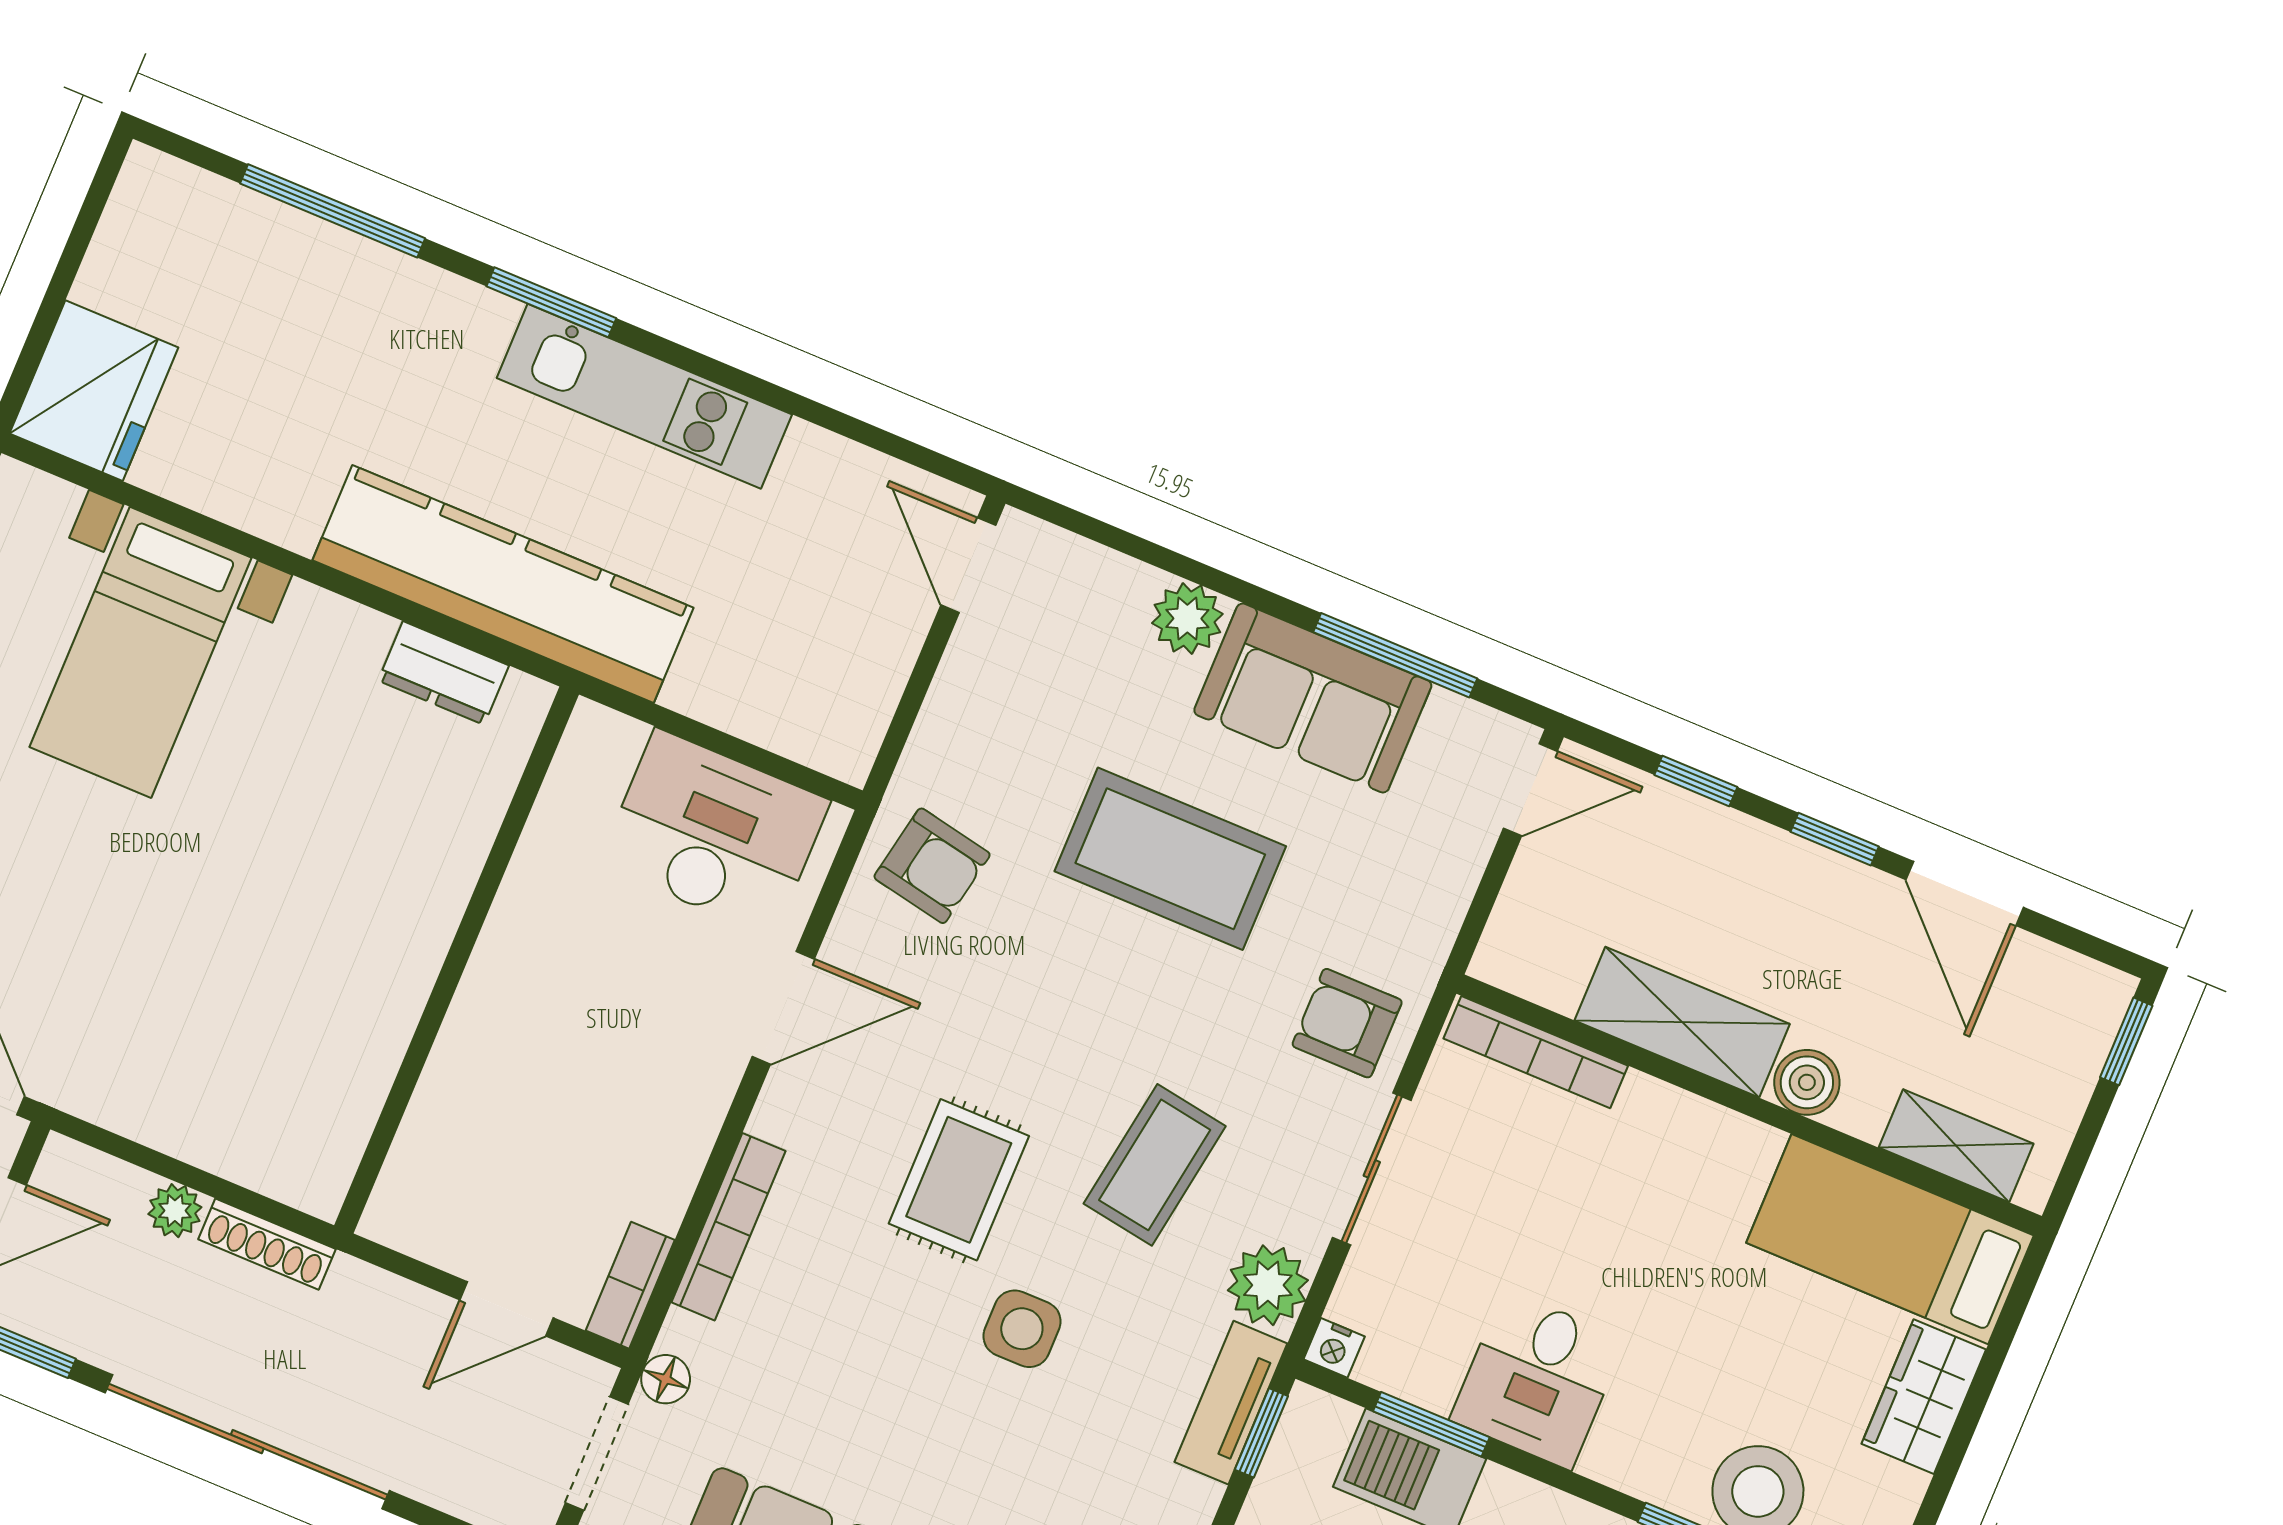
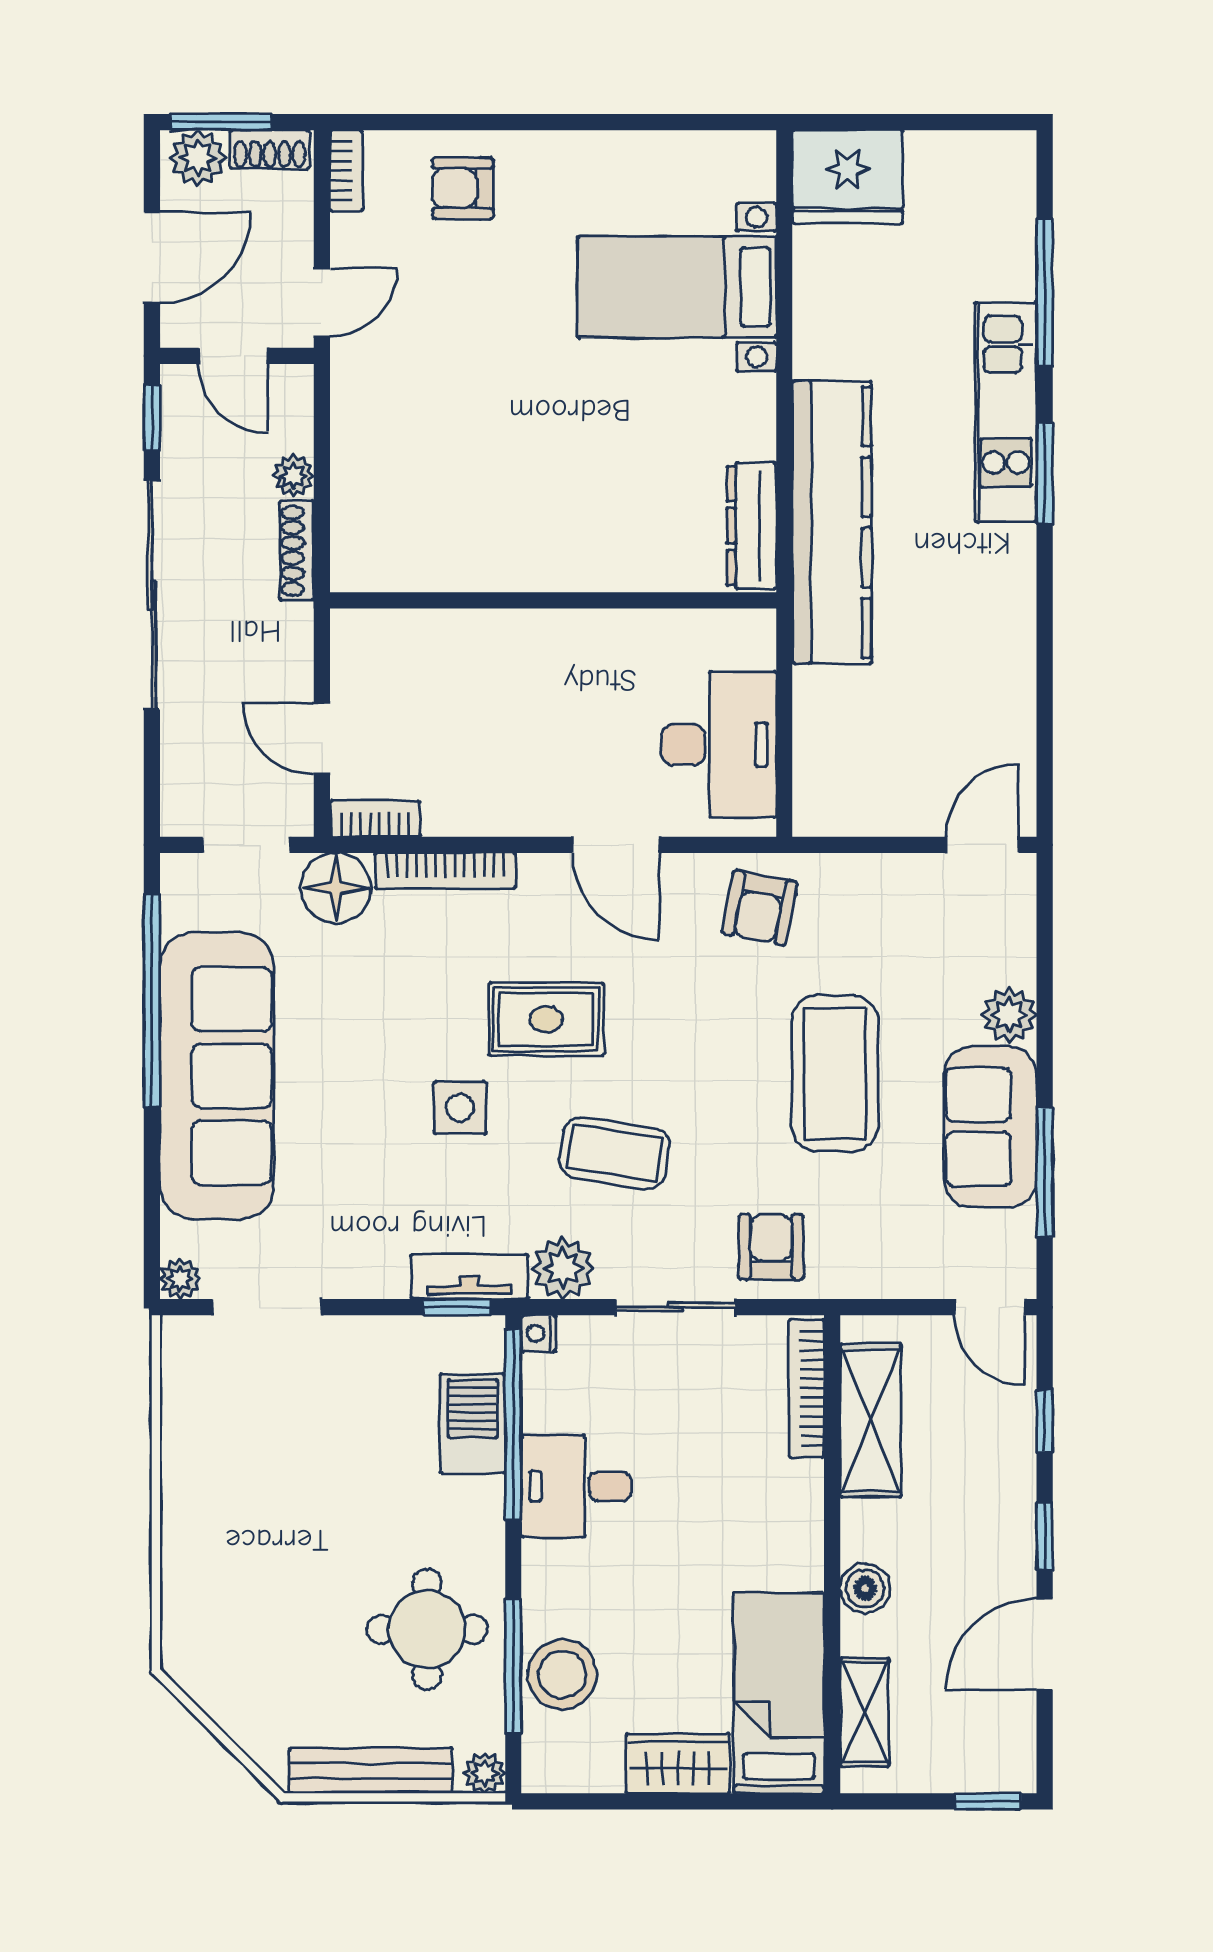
kitchen unit: (644, 396) -> (1006, 412), moved
dresser: (443, 673) -> (752, 526), width x1.44
shelving: (1682, 1022) -> (871, 1420), moved
floor lamp: (666, 1379) -> (336, 888), width x1.89, depth x1.89
window: (1431, 1424) -> (513, 1425), width x2.11

